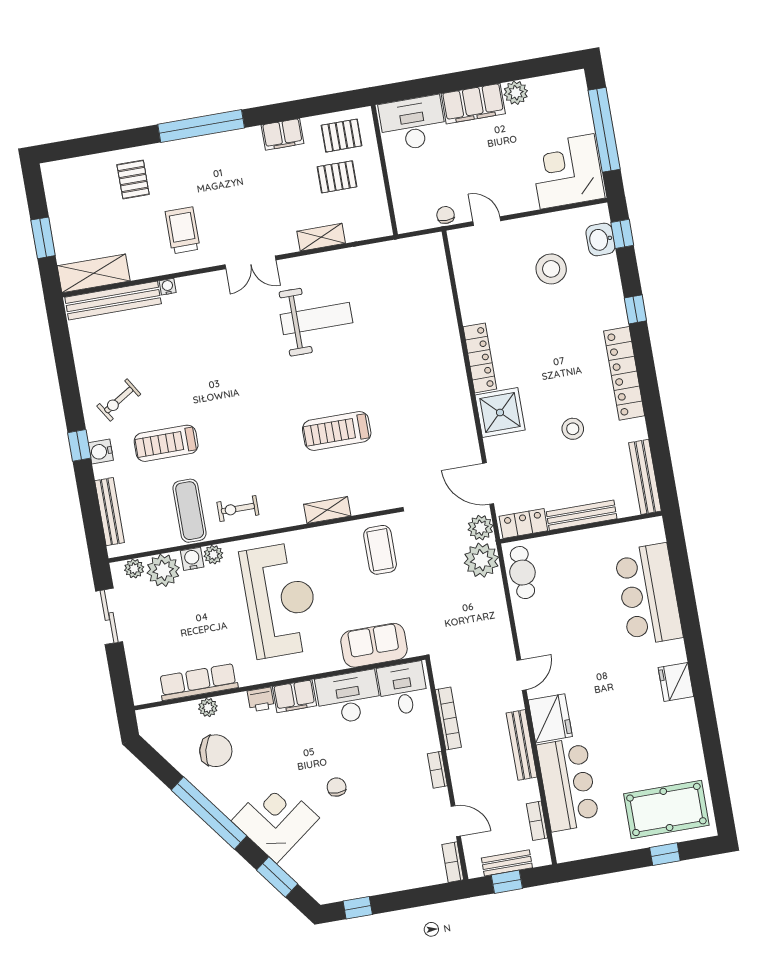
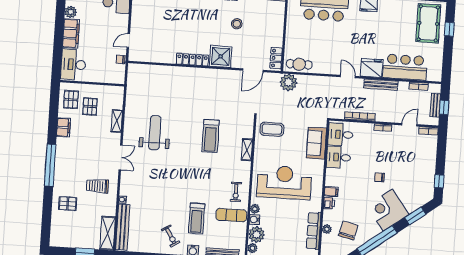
stool: (551, 269) -> (158, 16), removed
bench: (582, 515) -> (279, 30), removed
plant: (480, 528) -> (273, 79), removed
filing cabinet: (294, 696) -> (331, 192), width x0.50
desk: (348, 697) -> (339, 157), width x0.73

